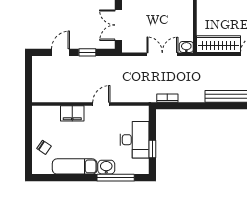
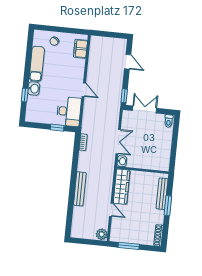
window: (87, 52) -> (124, 96), moved
filing cabinet: (72, 113) -> (81, 49), moved
desk: (135, 140) -> (69, 112), moved, turned -90
window: (152, 149) -> (57, 128), moved
window: (116, 178) -> (25, 95), width x0.46

